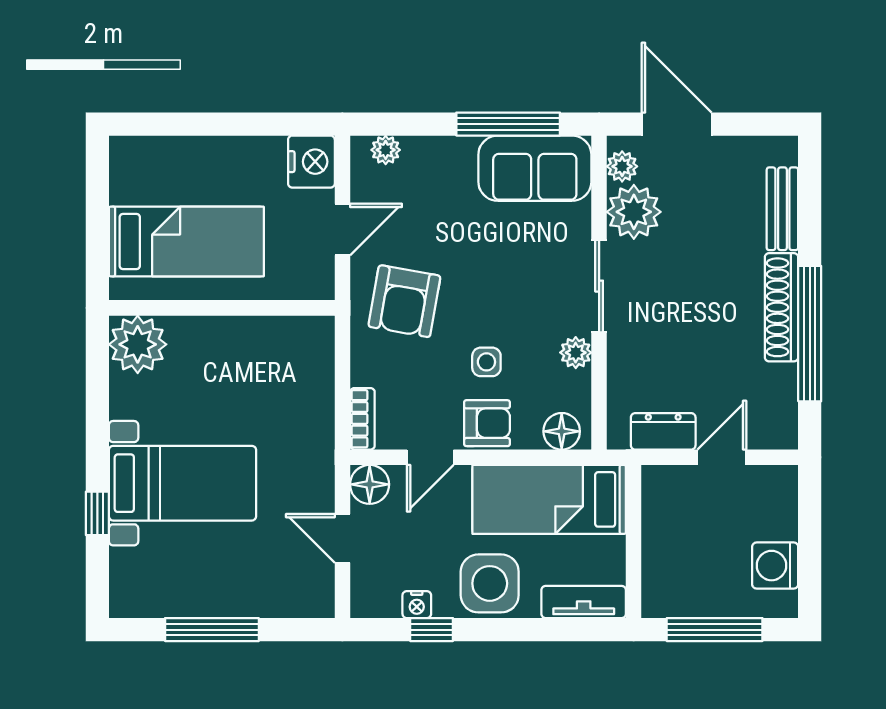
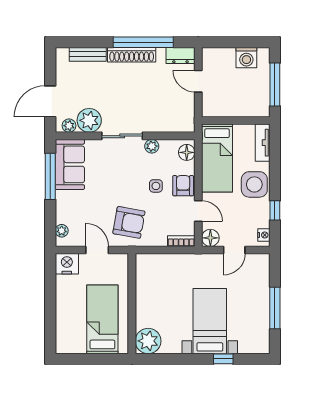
dresser: (663, 431) -> (180, 55), moved, turned -90
nightstand: (417, 605) -> (264, 235), moved

